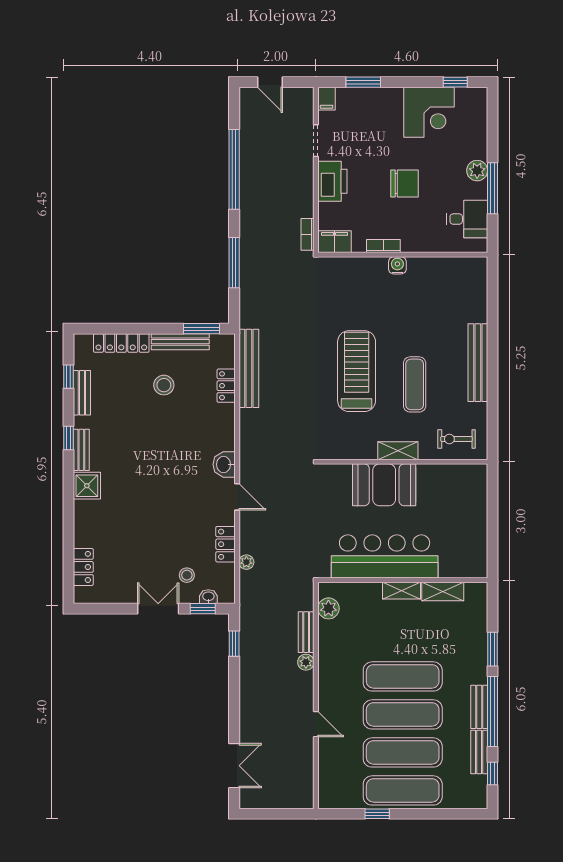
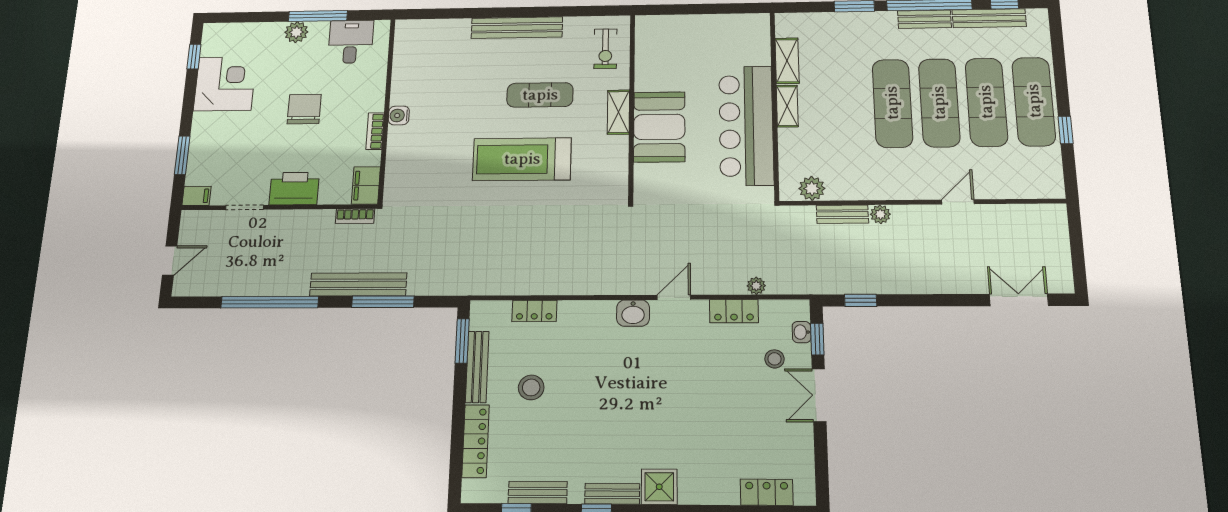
bench: (249, 368) -> (358, 284), moved
bench: (479, 752) -> (989, 18), width x1.36

